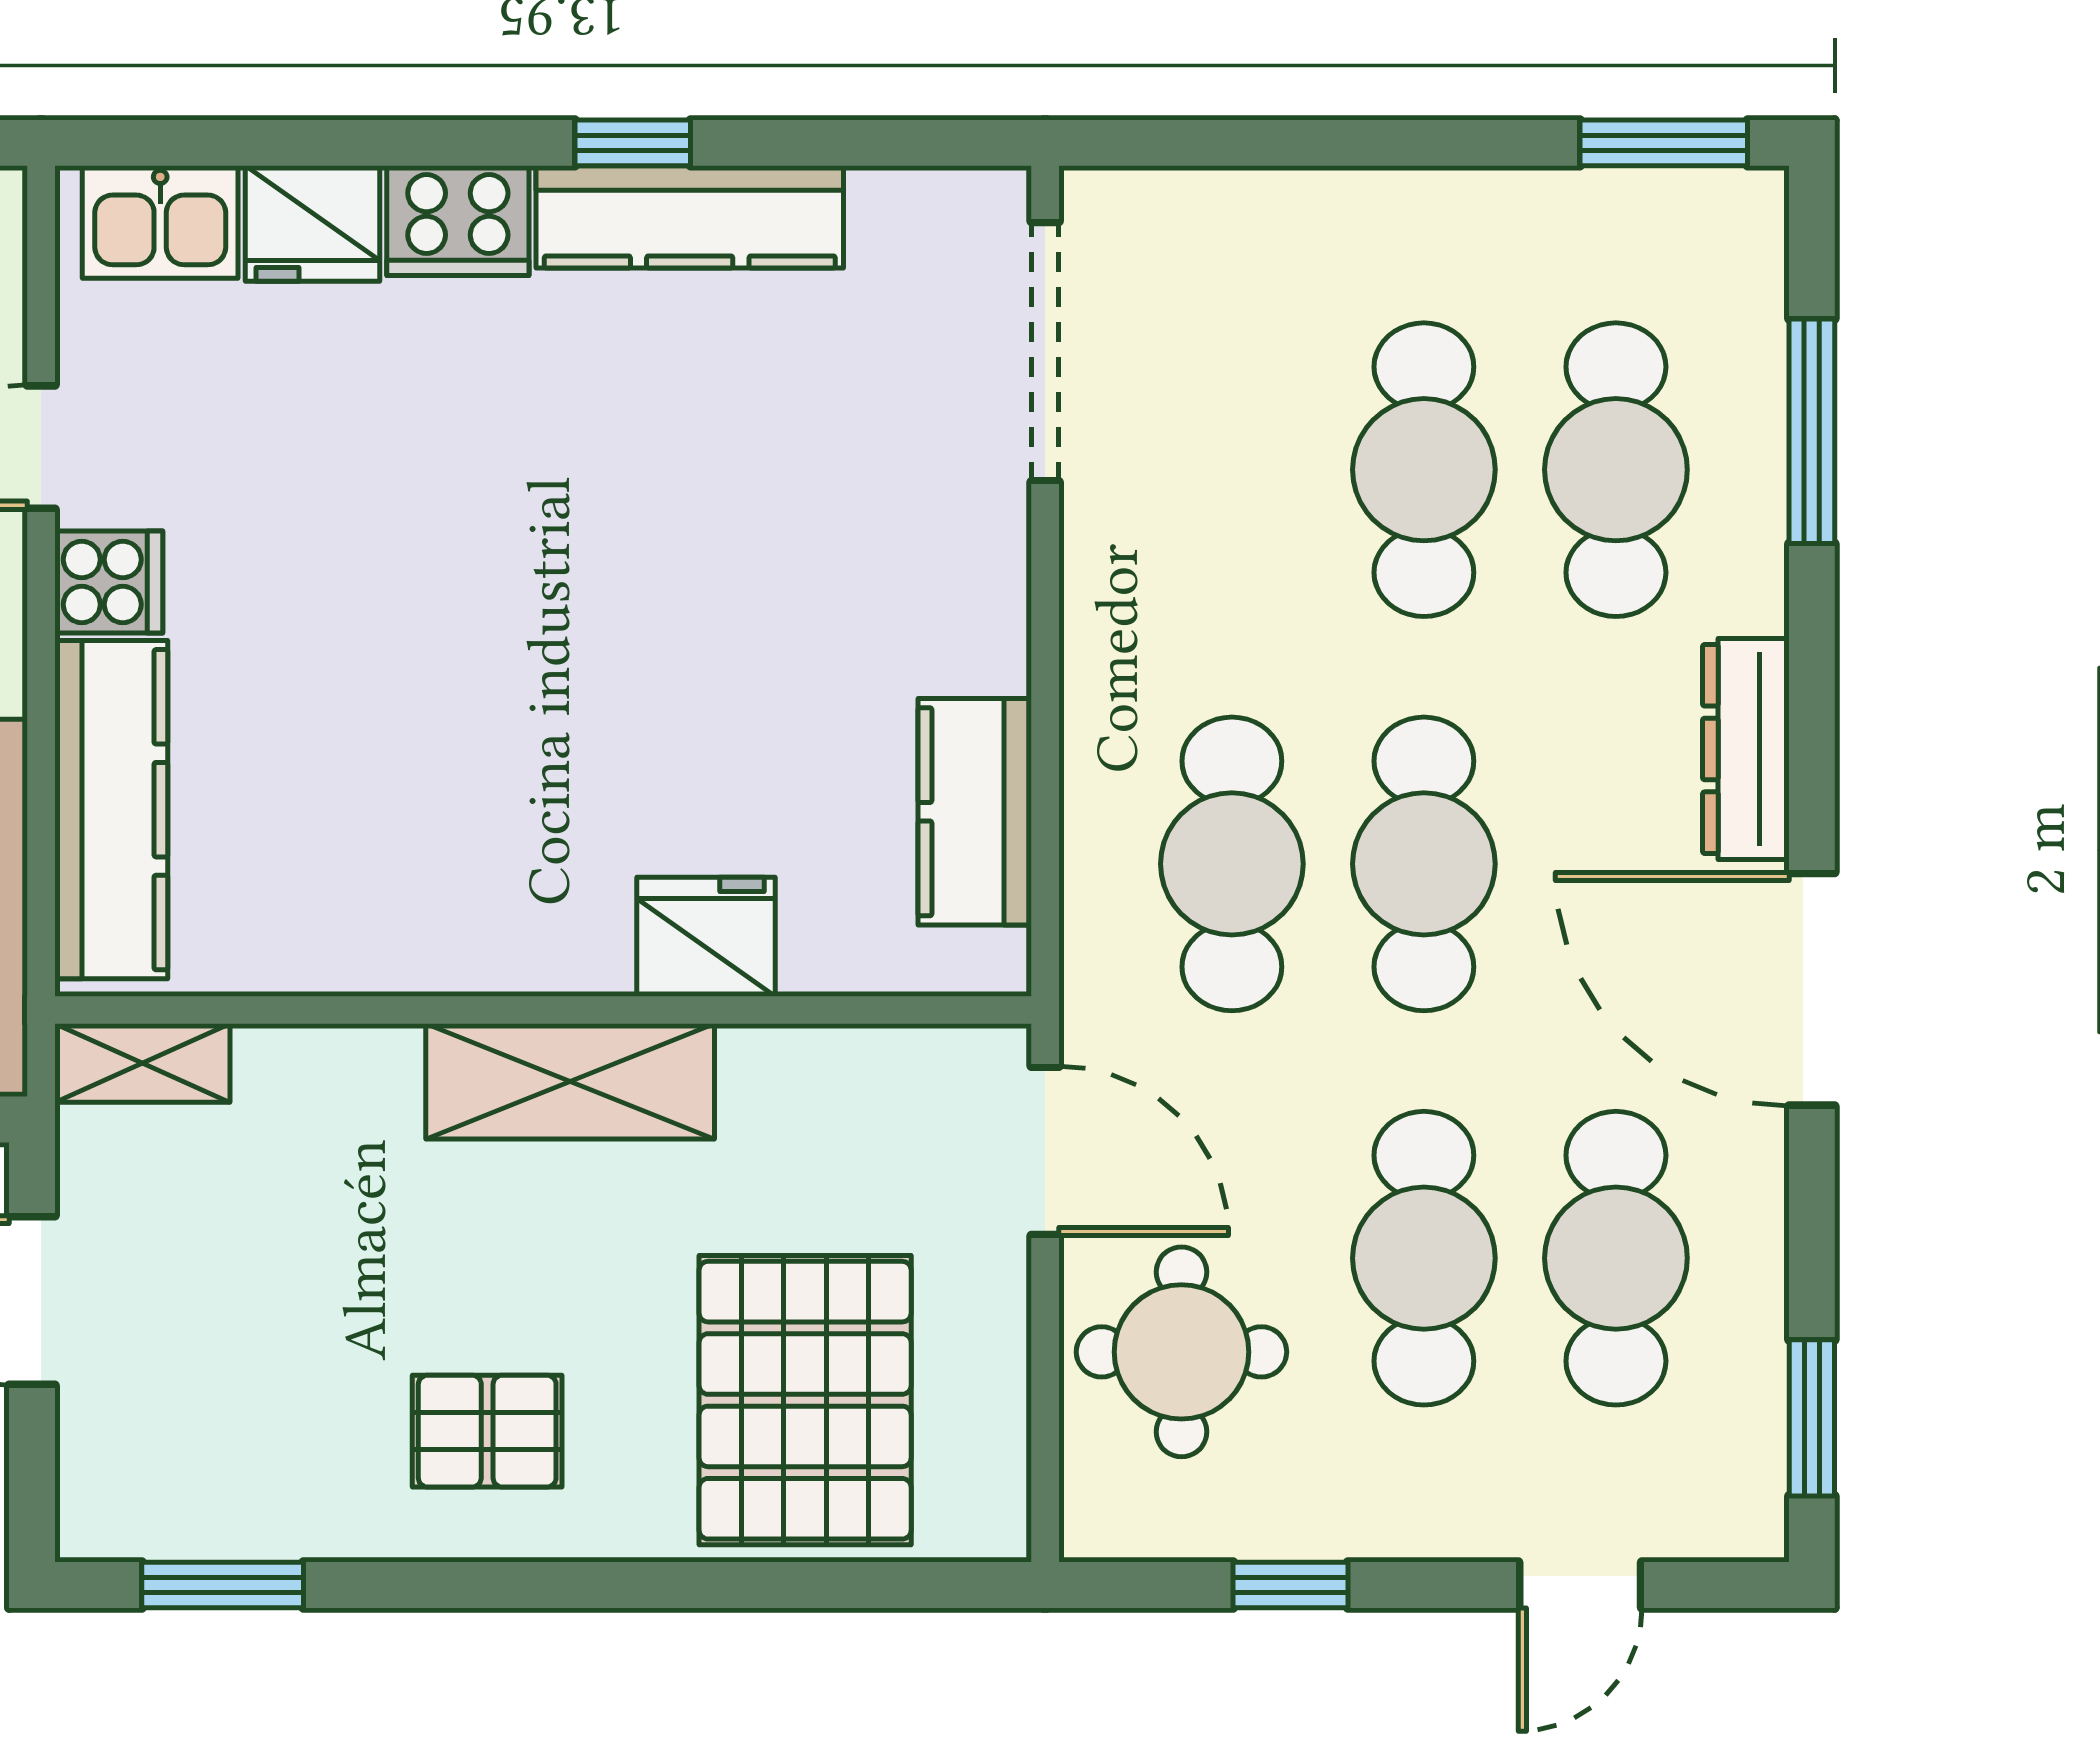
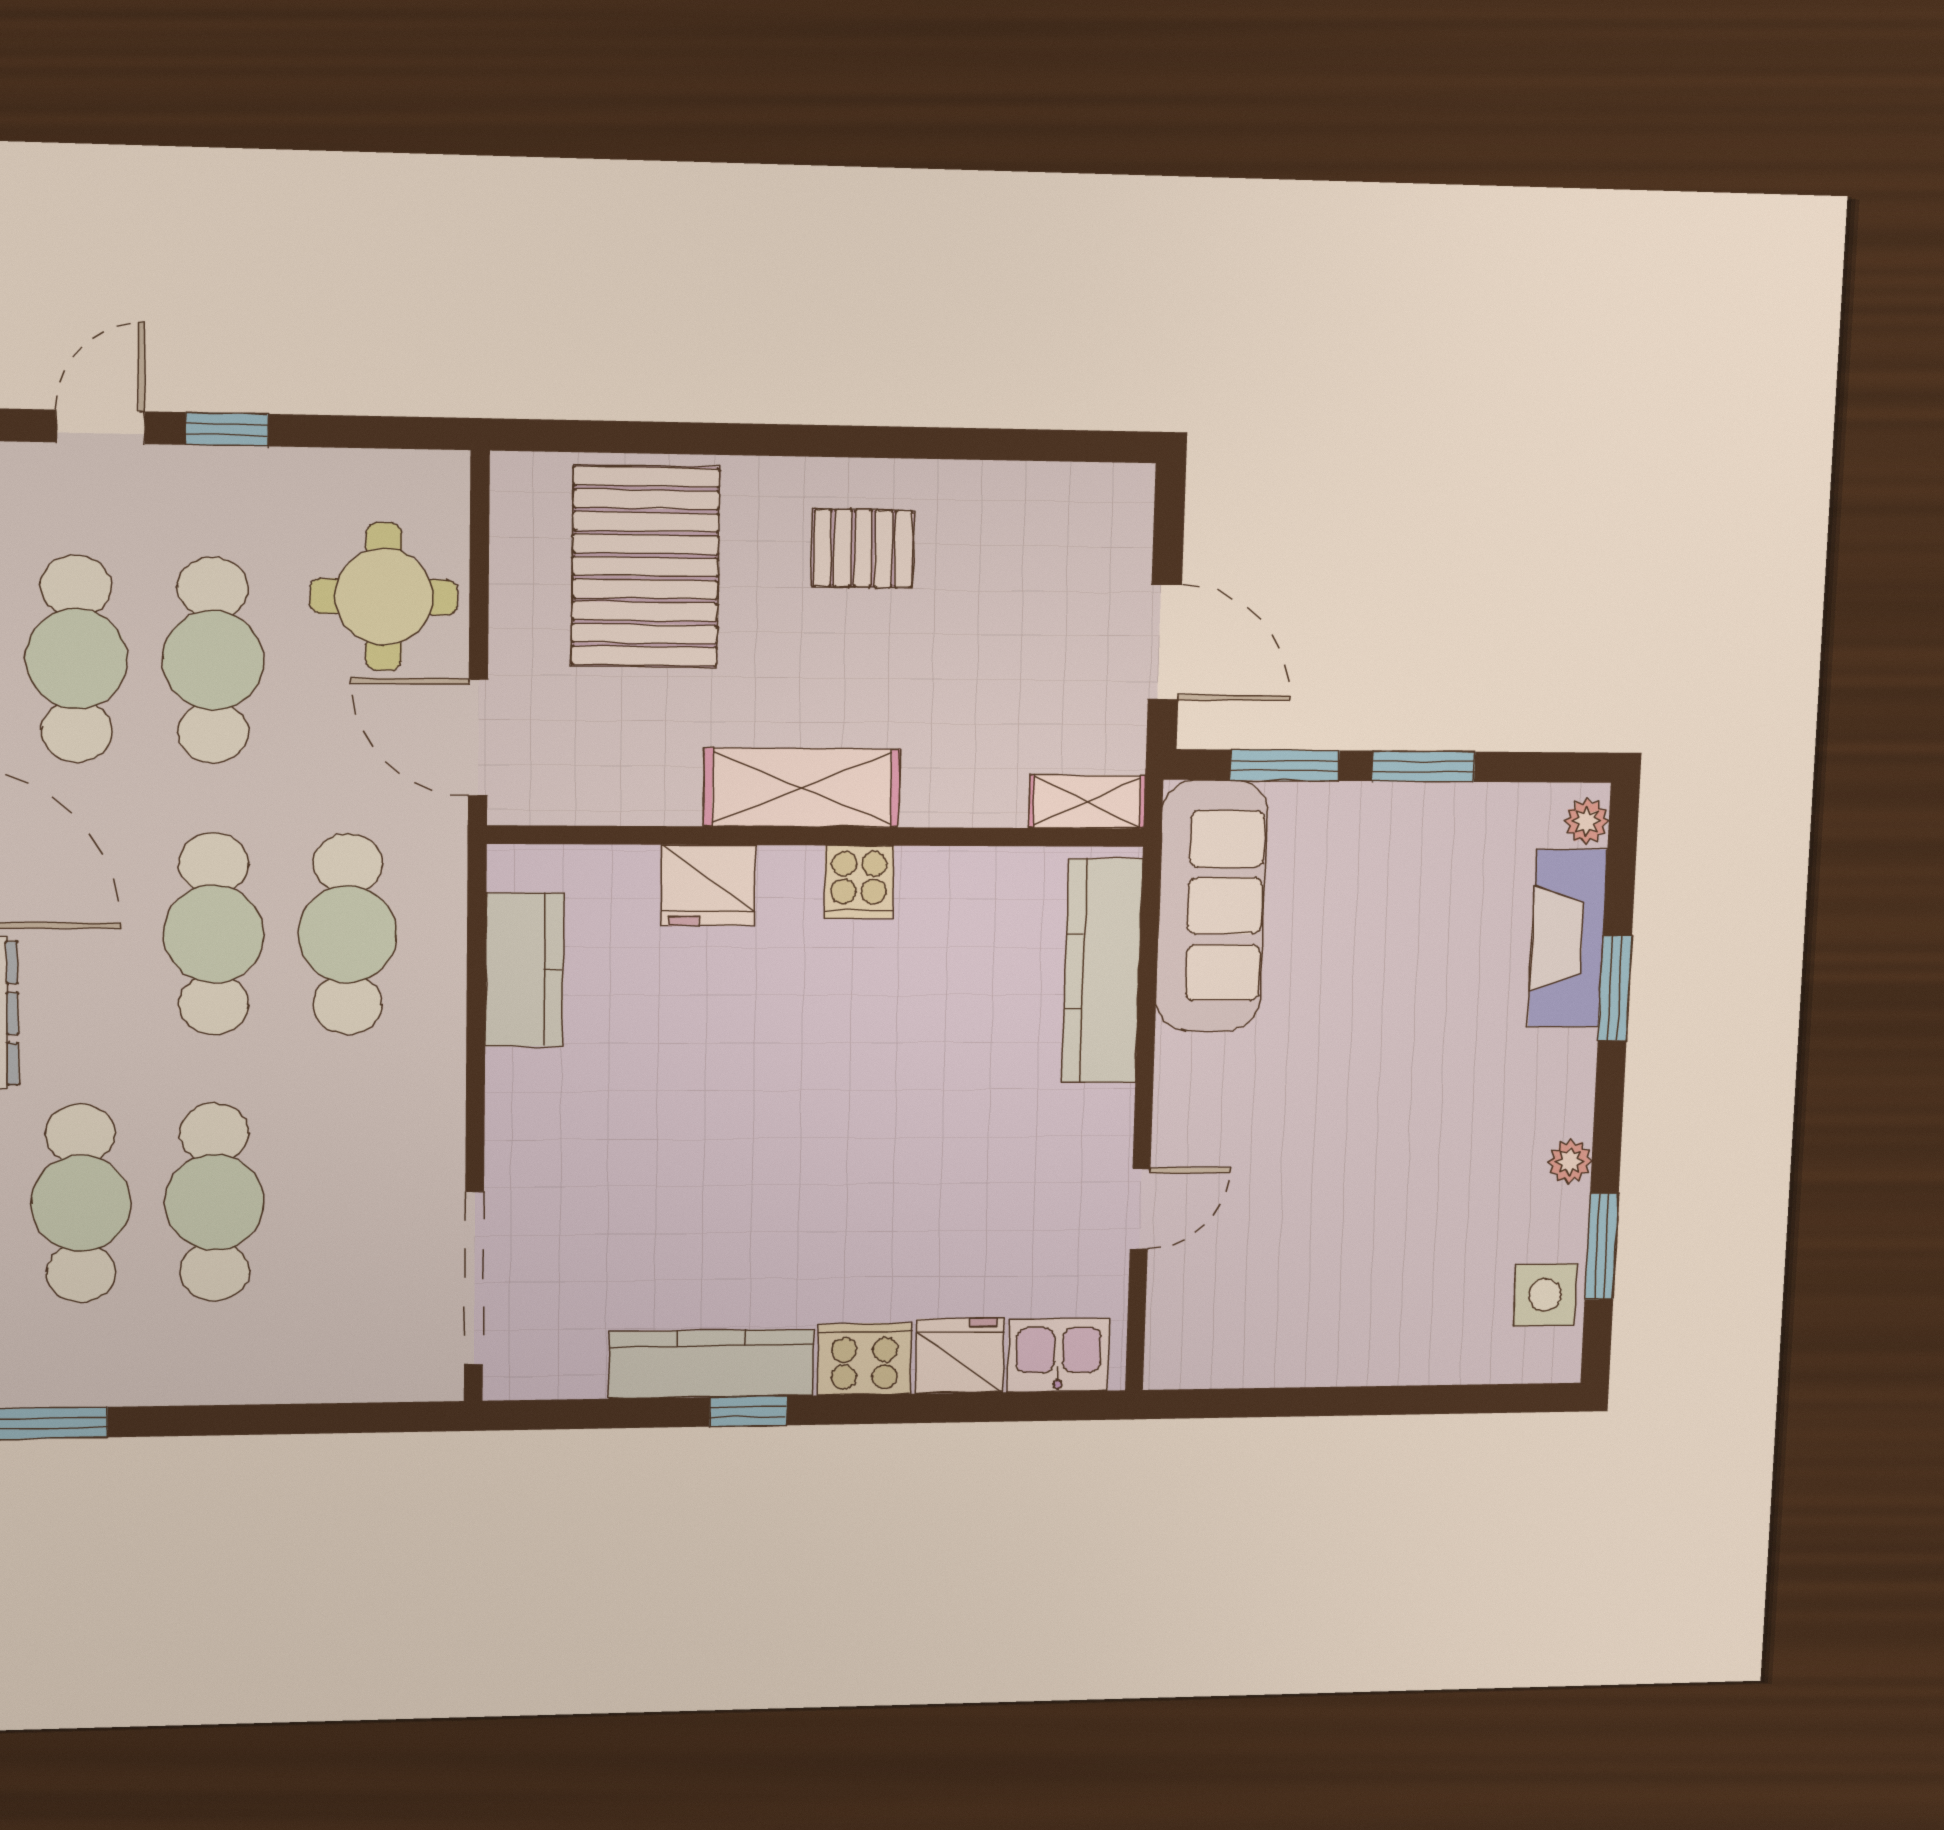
cooker: (109, 582) -> (859, 882), moved, turned -90
window: (223, 1585) -> (1044, 445), removed
window: (1291, 1585) -> (227, 429), moved

